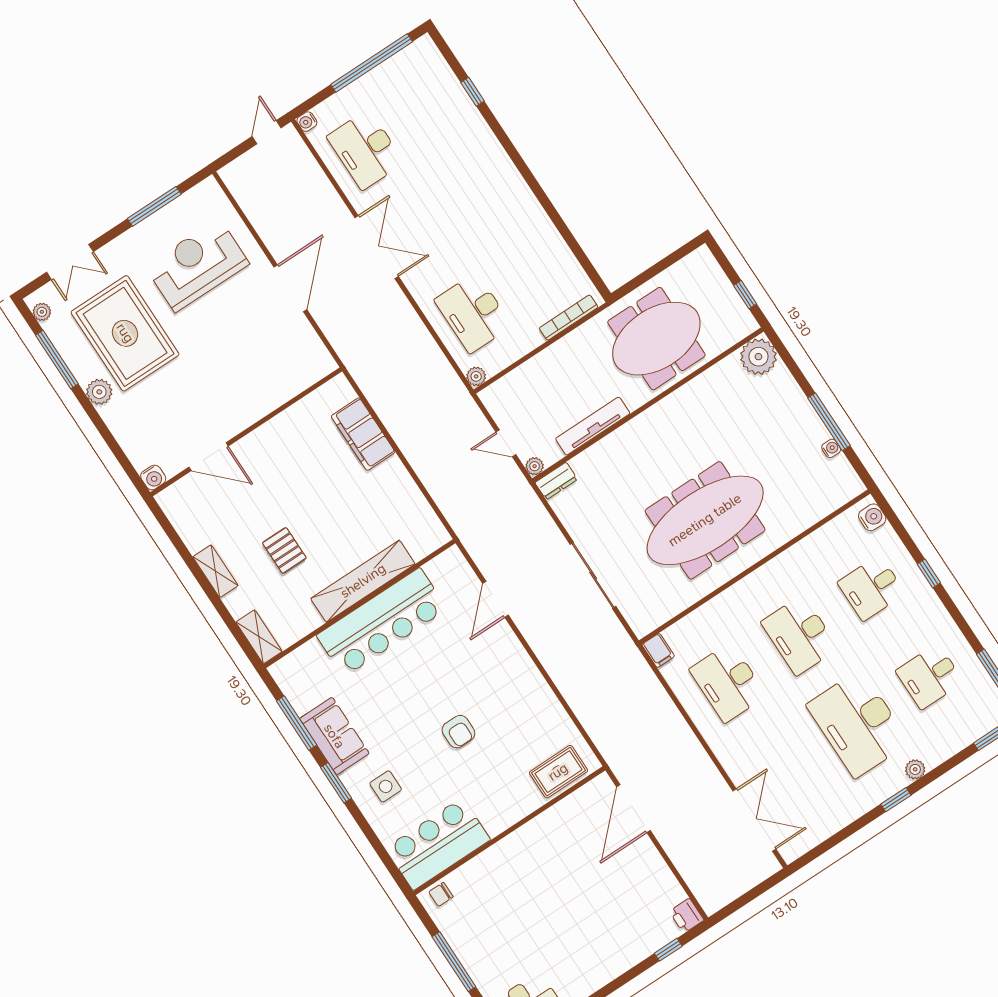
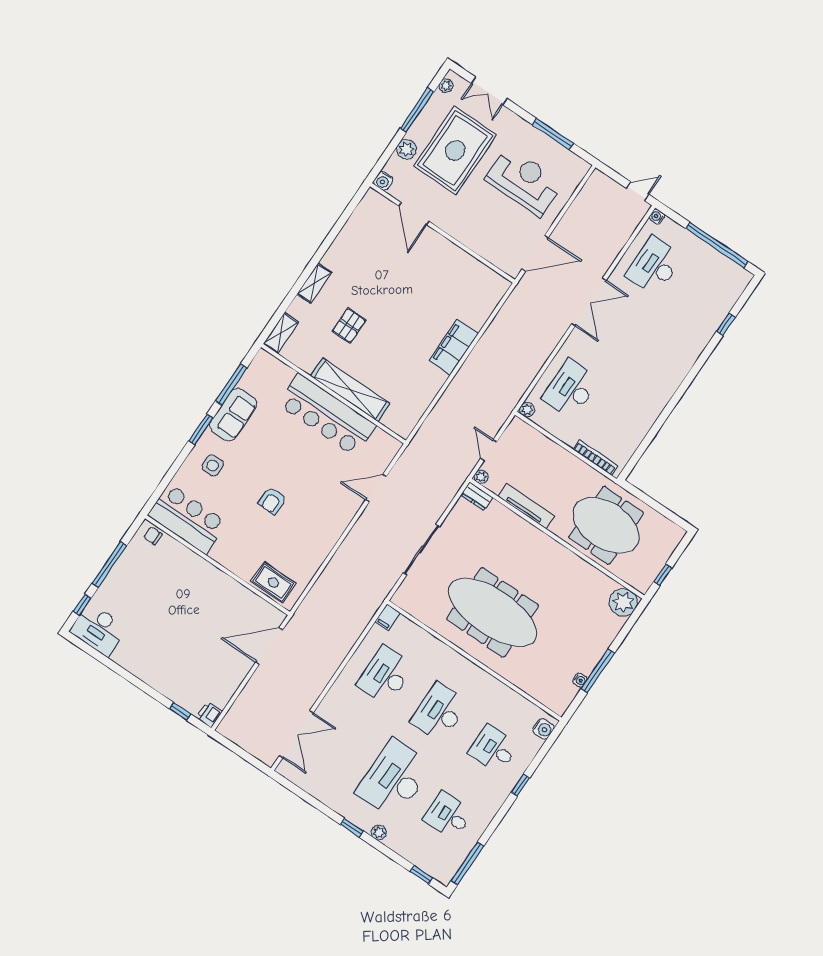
wall: (246, 432) -> (442, 233), moved
door: (209, 457) -> (414, 214), moved
water cooler: (153, 477) -> (383, 181), moved

